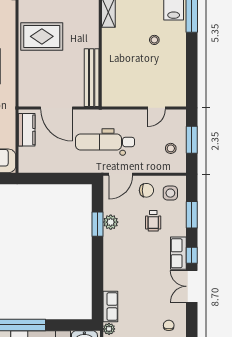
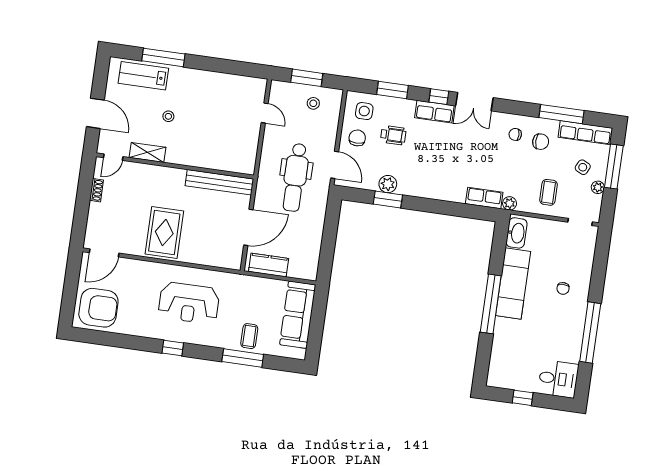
stool: (154, 40) -> (168, 116), moved

